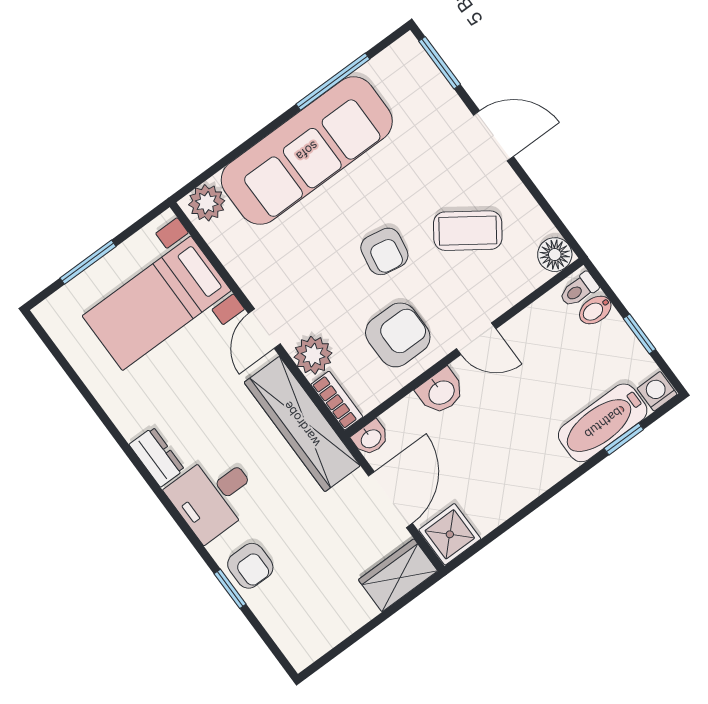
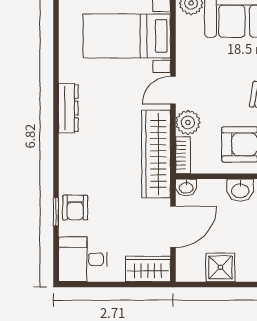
dresser: (157, 457) -> (68, 108), width x1.44
desk: (213, 496) -> (83, 259), moved
shower: (450, 534) -> (220, 267), moved

